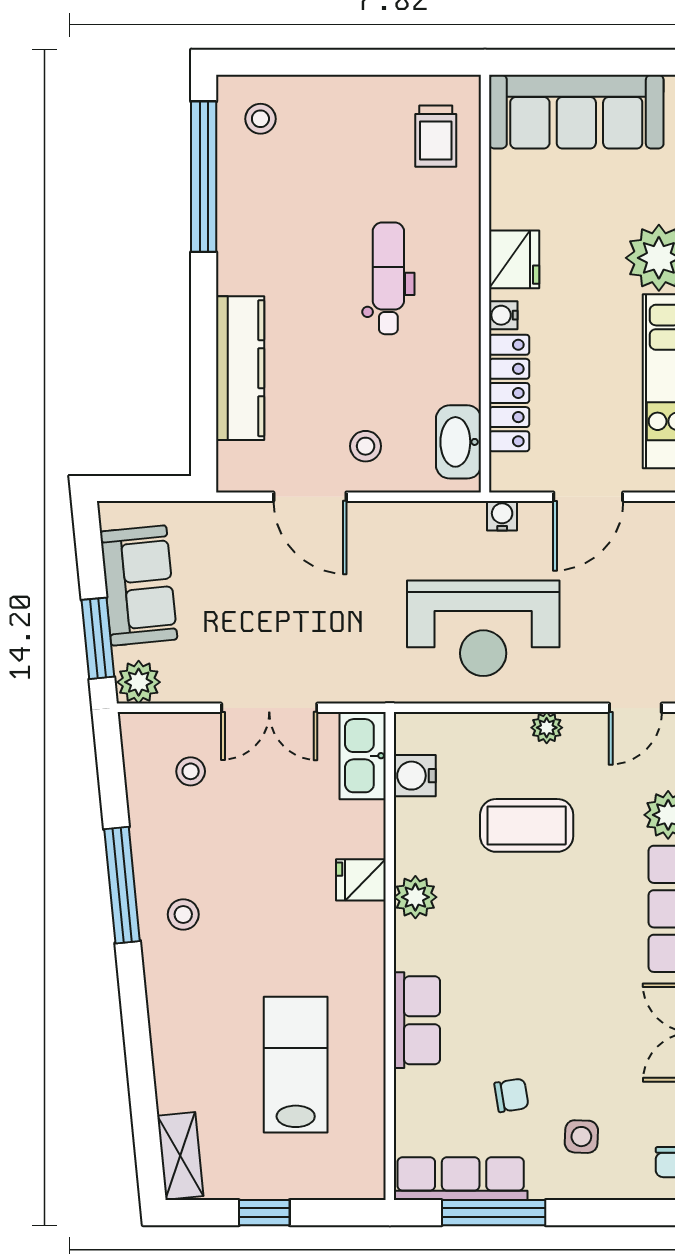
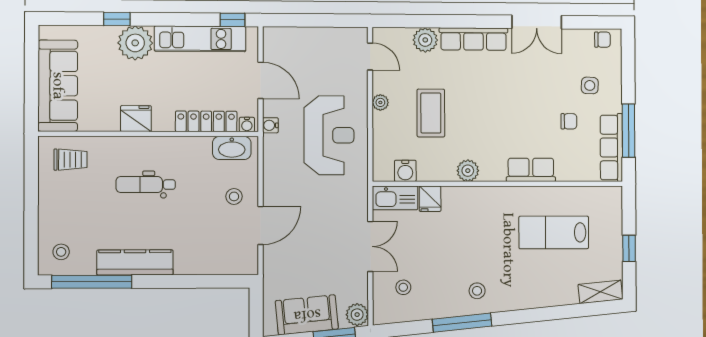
water cooler: (503, 315) -> (247, 125), moved
kitchen counter: (240, 368) -> (135, 262), moved
fridge: (361, 880) -> (430, 199), moved
chair: (511, 1095) -> (569, 121), turned 99

